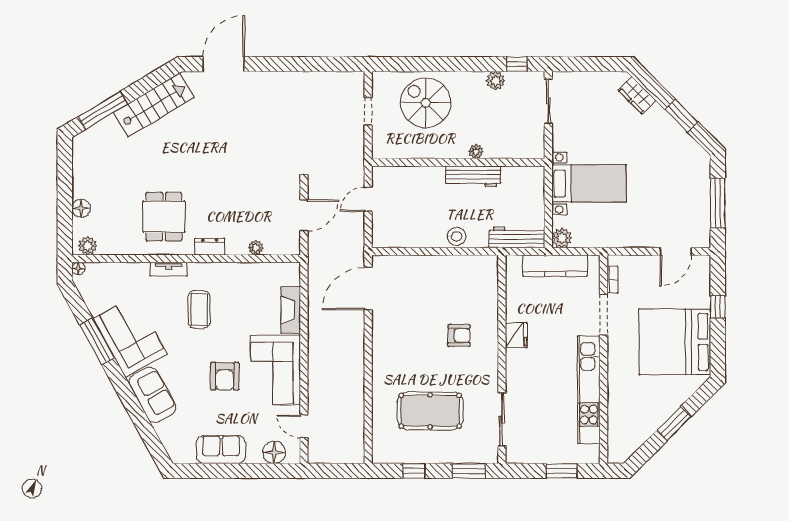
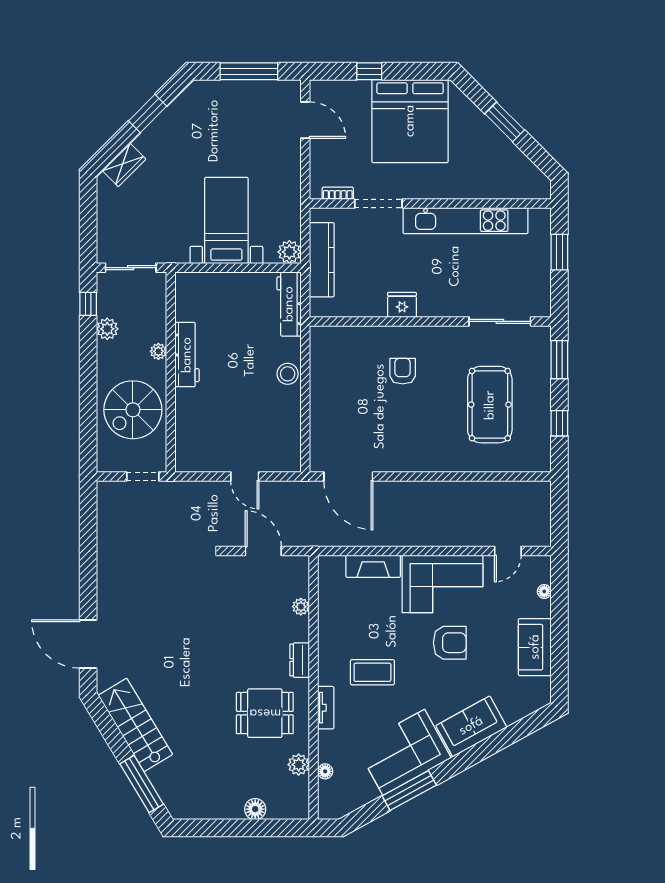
plant: (476, 152) -> (158, 351), moved
wall: (458, 162) -> (171, 372), moved
workbench: (473, 176) -> (187, 355), moved
plant: (88, 246) -> (299, 765), moved
floor lamp: (78, 269) -> (325, 771), moved
floor lamp: (274, 452) -> (544, 591), width x0.53, depth x0.53

